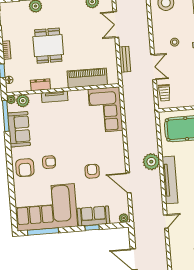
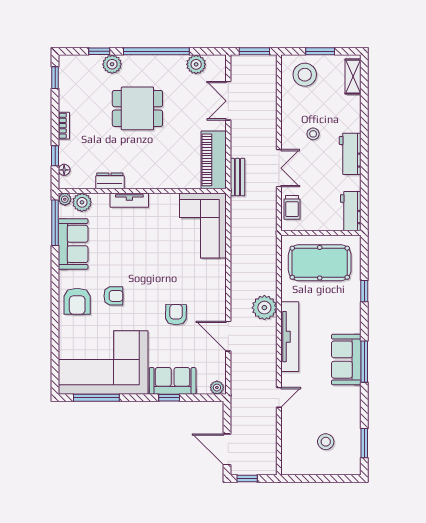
dining table: (48, 46) -> (137, 108), moved, turned 90
bench: (125, 59) -> (237, 177), moved
piano: (87, 78) -> (214, 160), moved, turned -90

